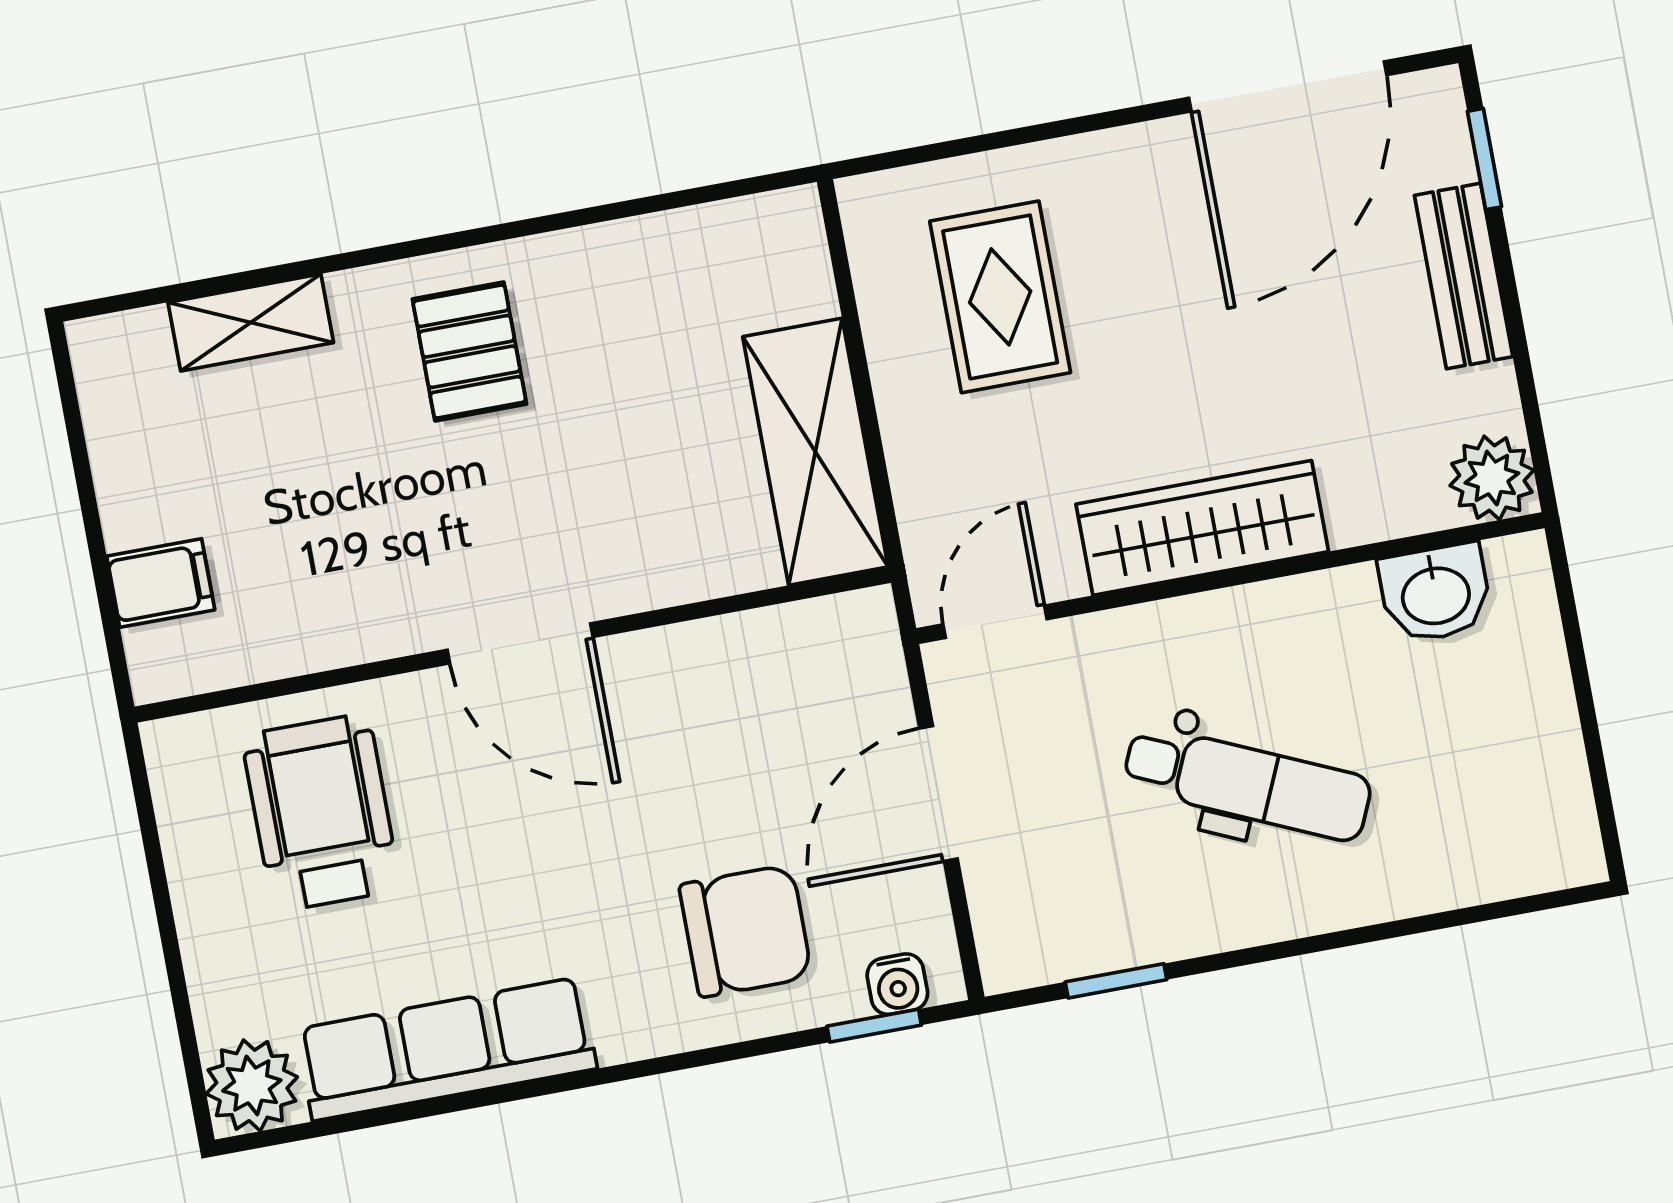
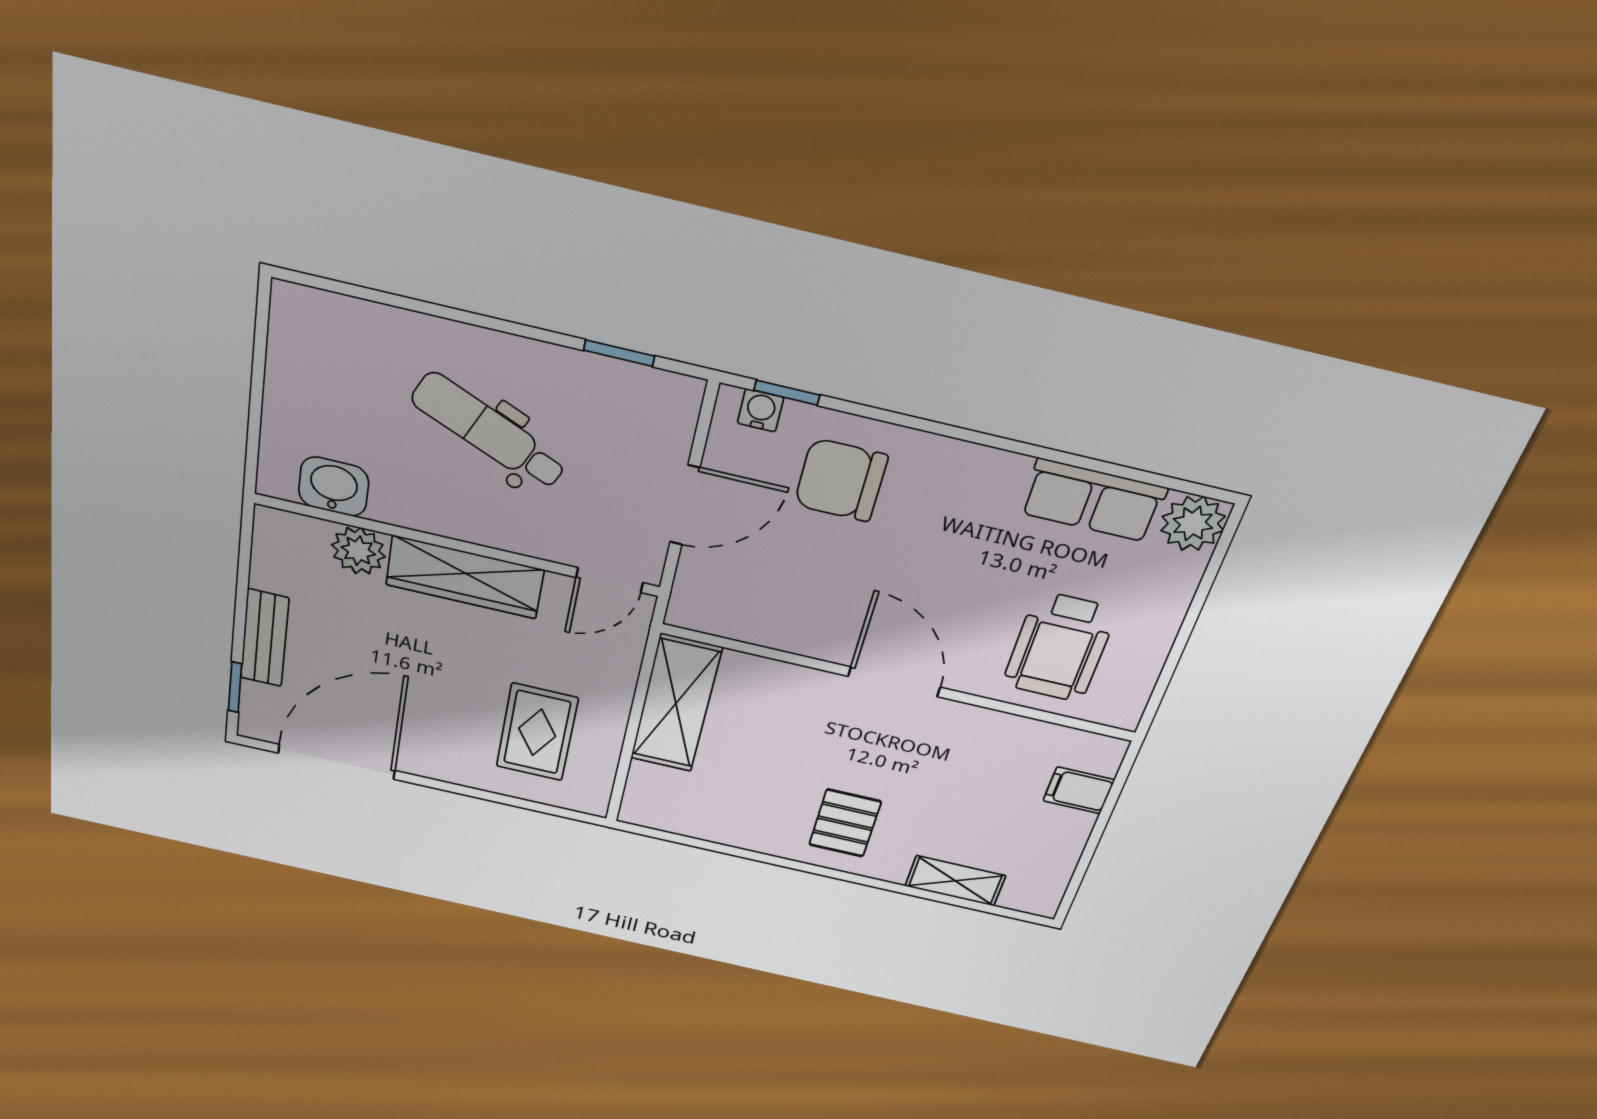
plant: (1492, 478) -> (358, 551), moved
row of seats: (447, 1049) -> (1093, 500), width x0.68

